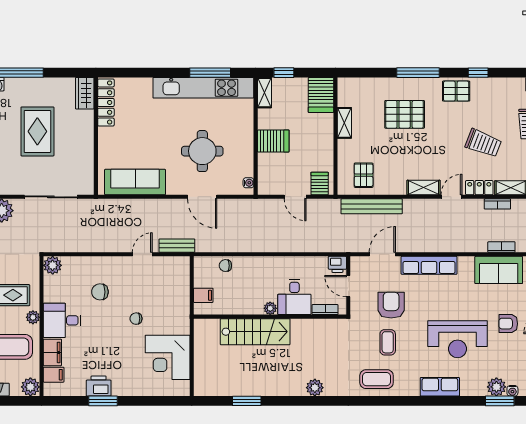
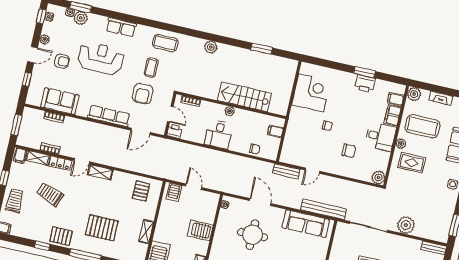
bench: (372, 206) -> (324, 209), moved
desk: (294, 297) -> (219, 134), moved, turned 180

